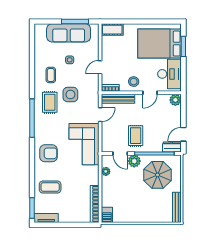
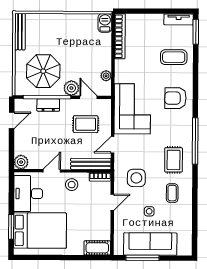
side table: (70, 95) -> (136, 178), moved
rug: (136, 136) -> (86, 124), moved, turned 90
dresser: (172, 147) -> (48, 105), moved

